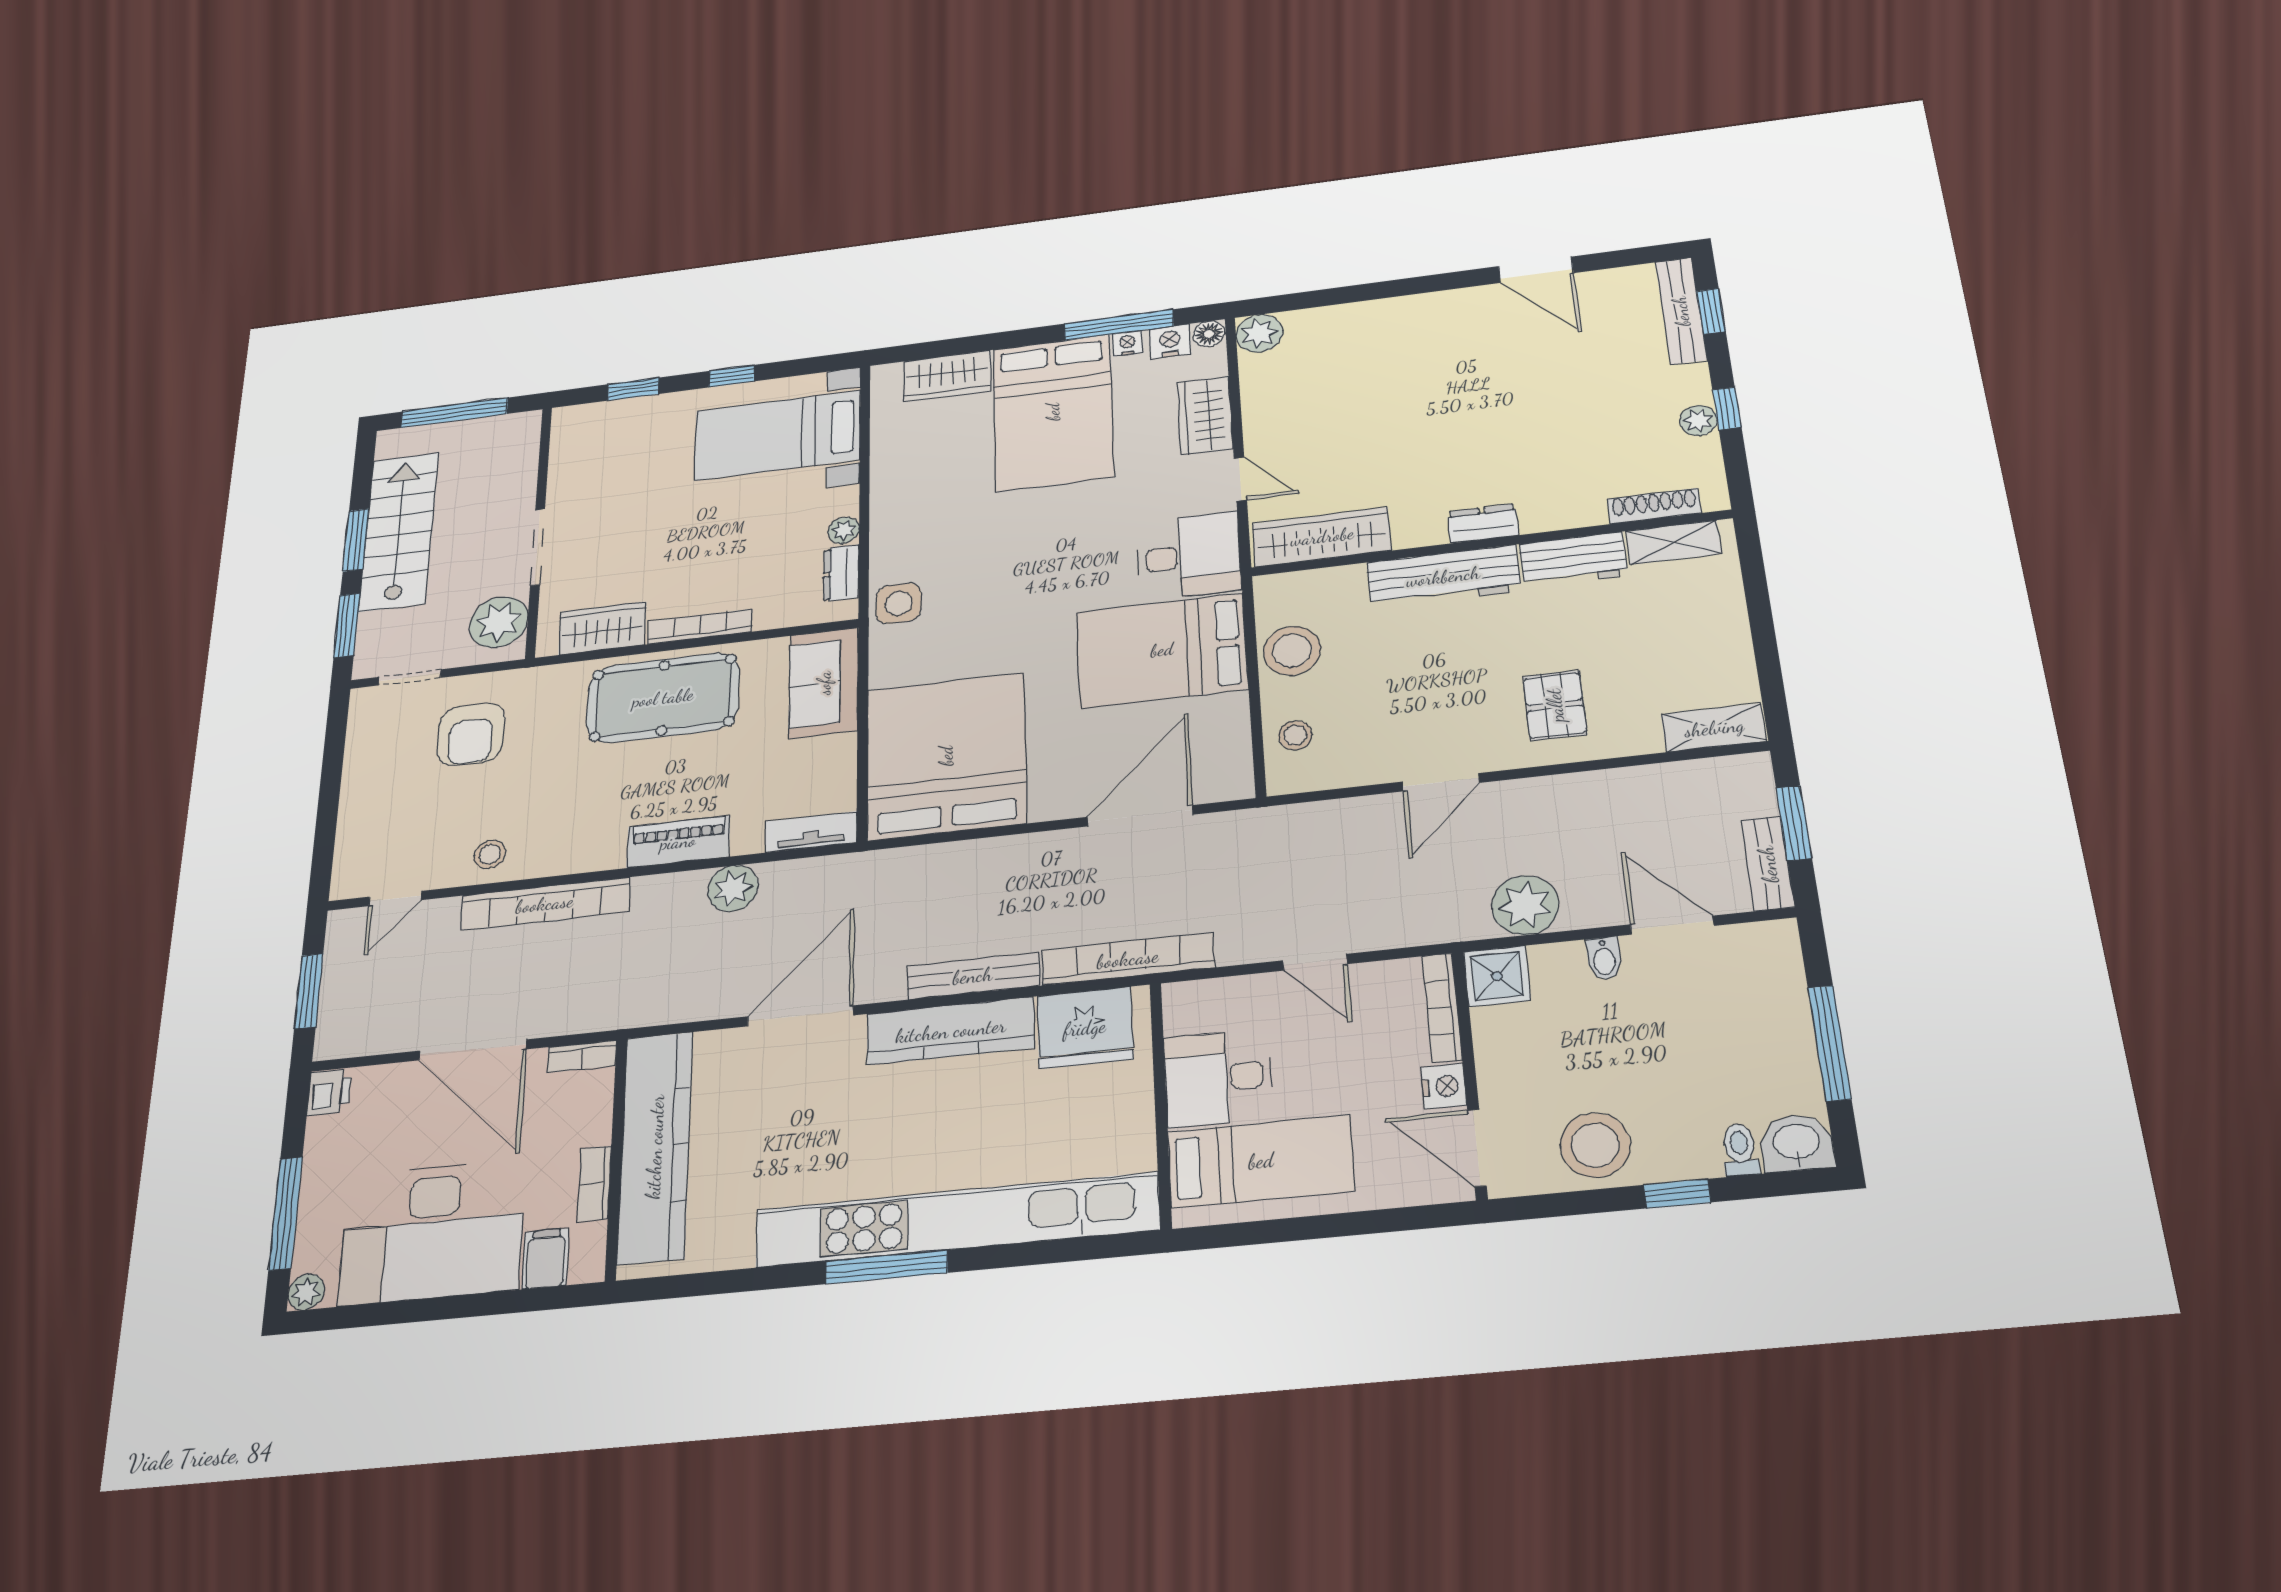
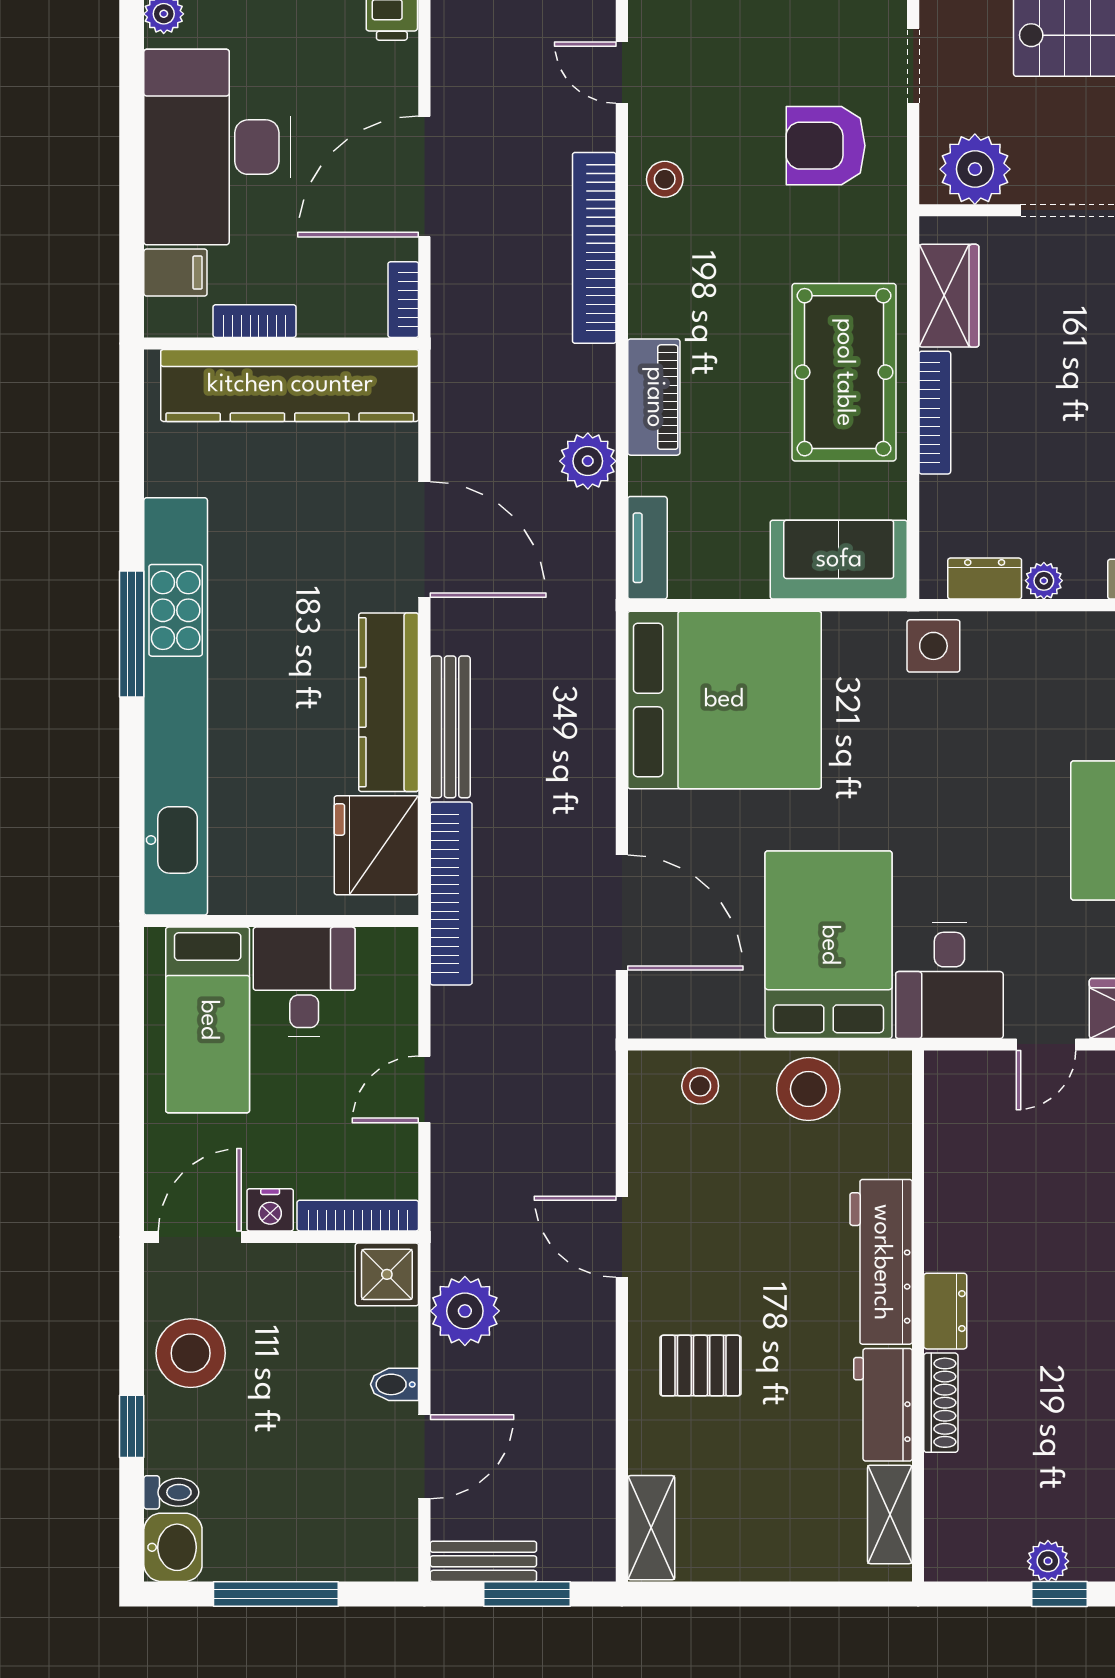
shoe rack: (1654, 506) -> (941, 1403), moved
wardrobe: (1322, 537) -> (954, 1131), removed

